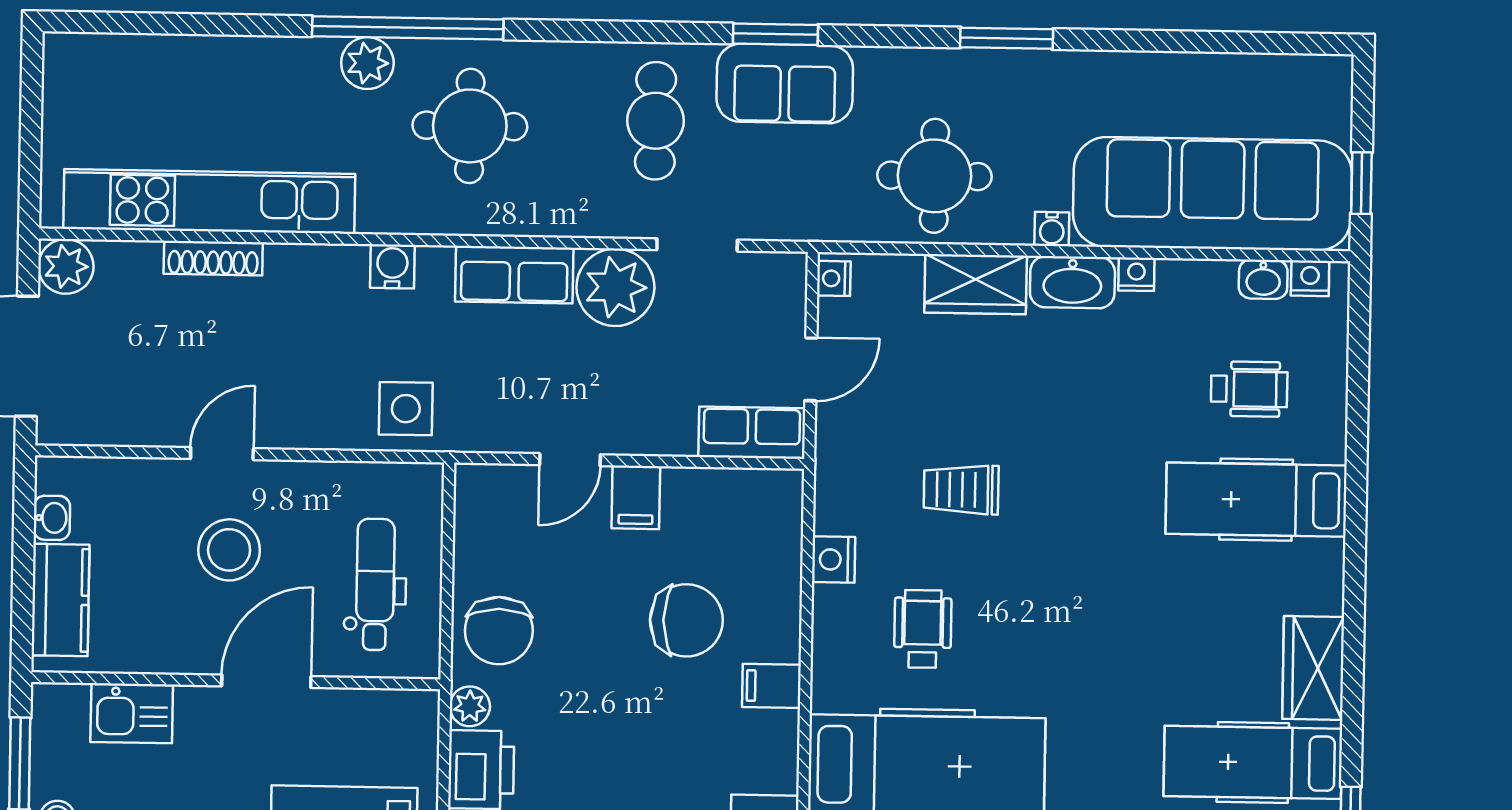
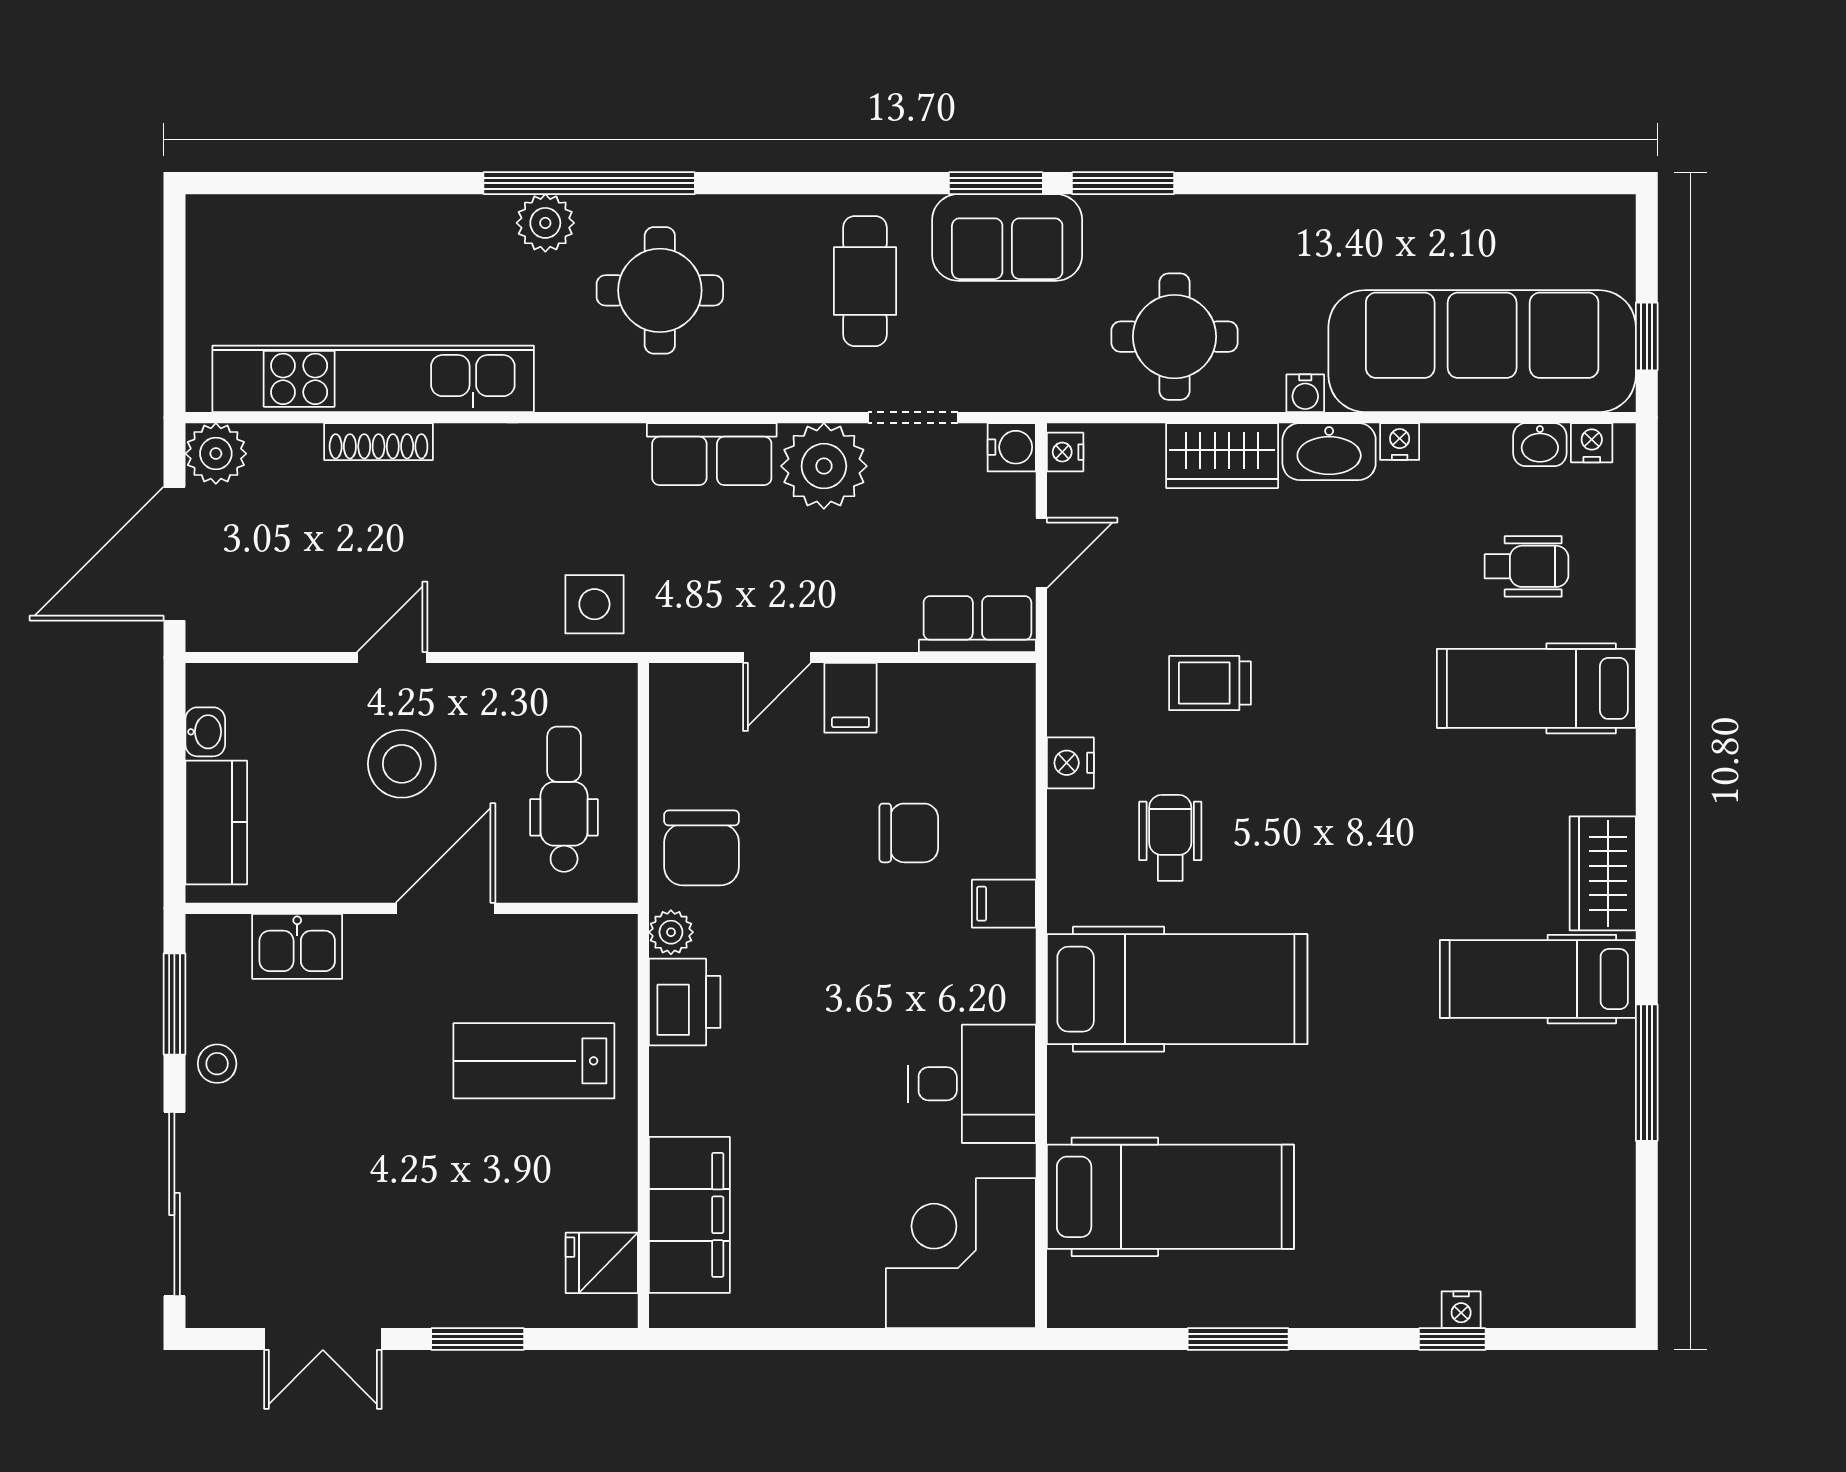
window: (1007, 38) -> (1123, 183), moved
water cooler: (392, 266) -> (1012, 447), moved, turned 90
chair: (686, 620) -> (909, 833), width x0.73, depth x0.73

